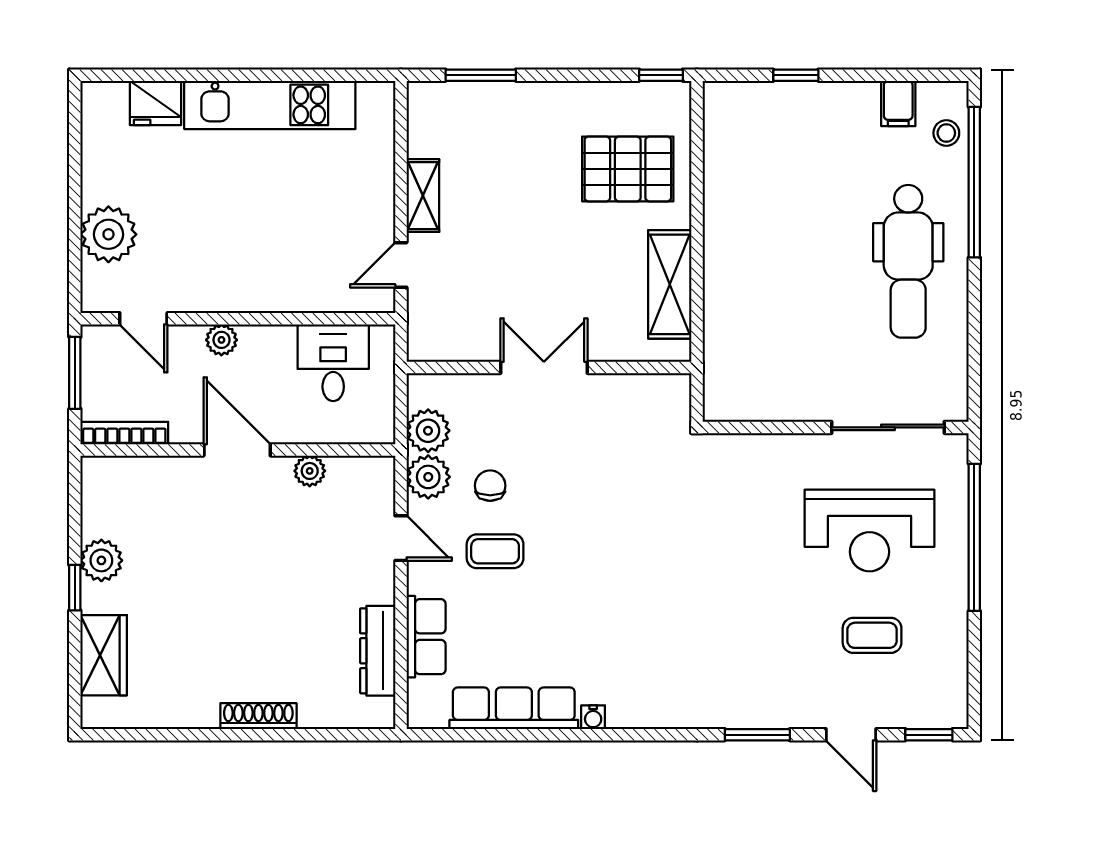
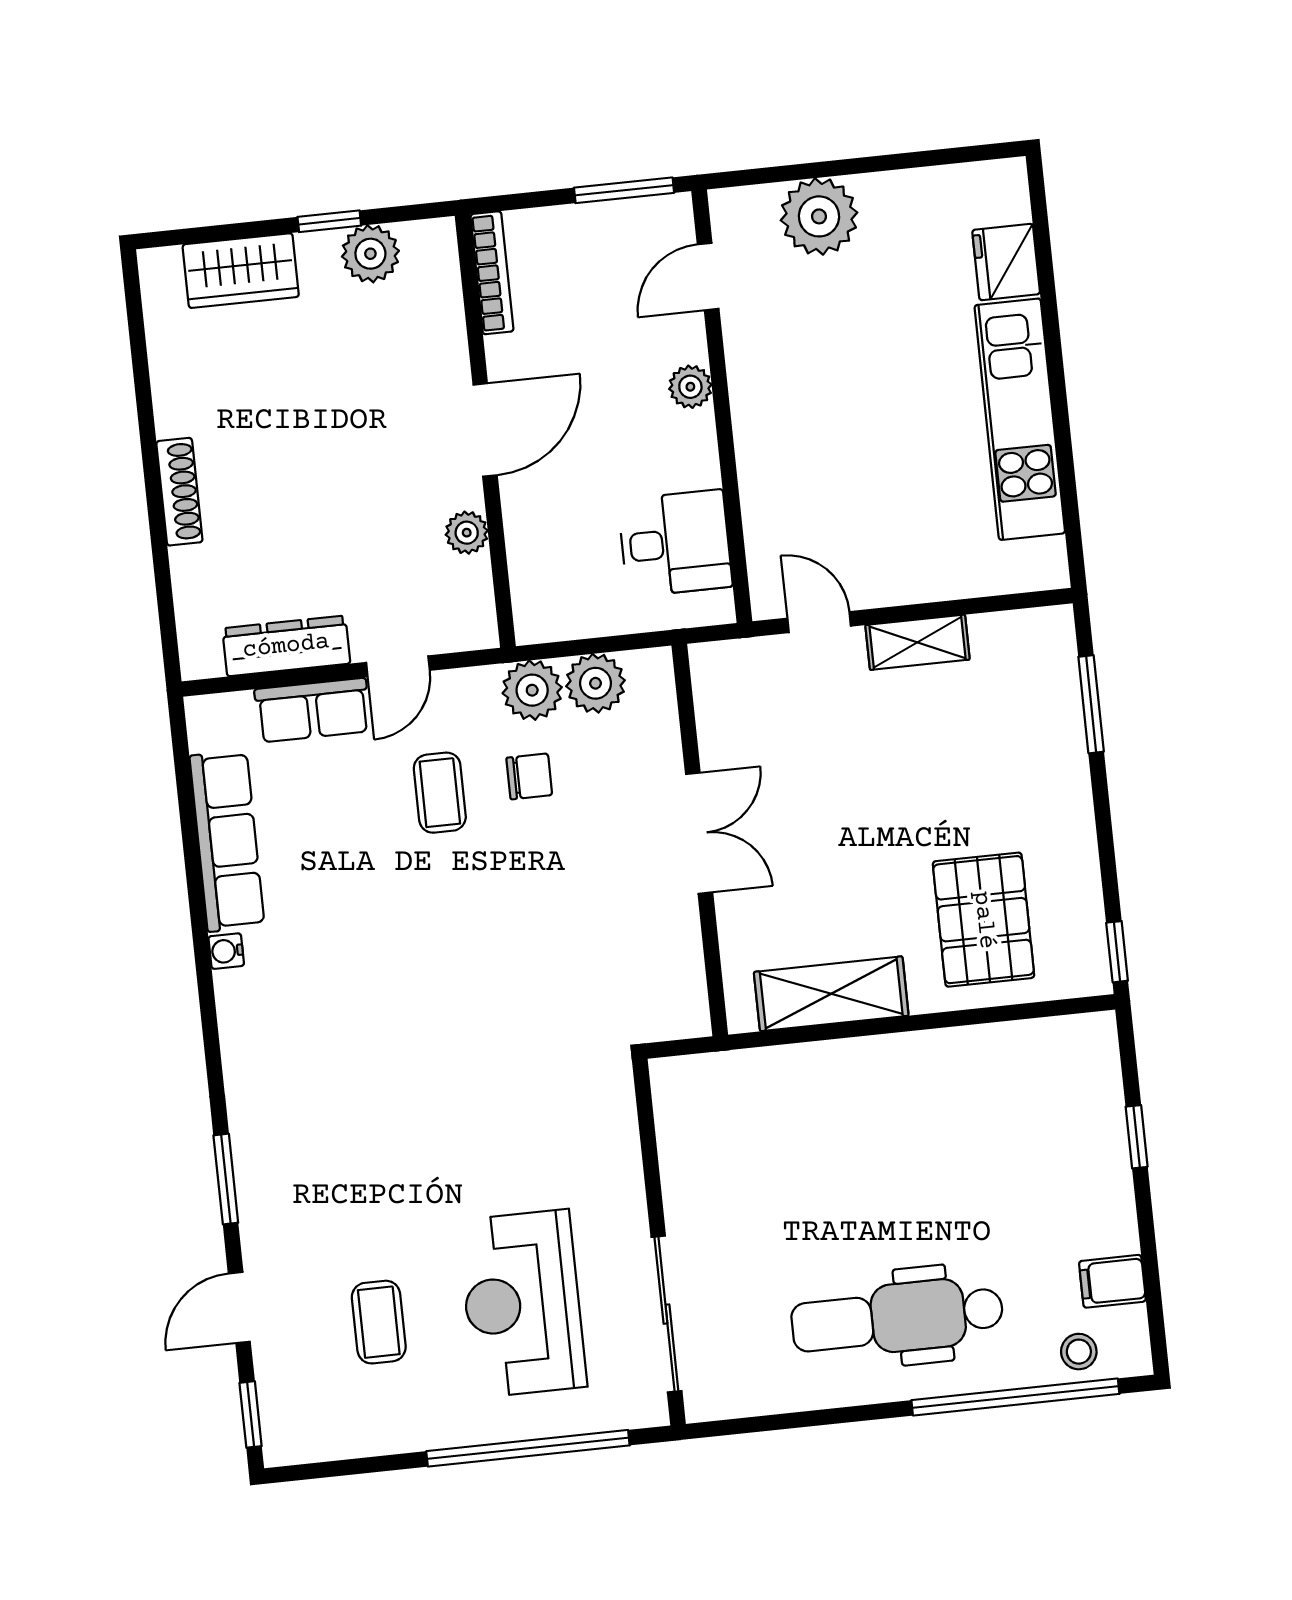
bookcase: (124, 433) -> (492, 273), moved
door: (237, 450) -> (485, 430), moved
wall: (238, 450) -> (485, 431), moved
plant: (310, 471) -> (467, 533), moved
door: (401, 538) -> (398, 666), moved

